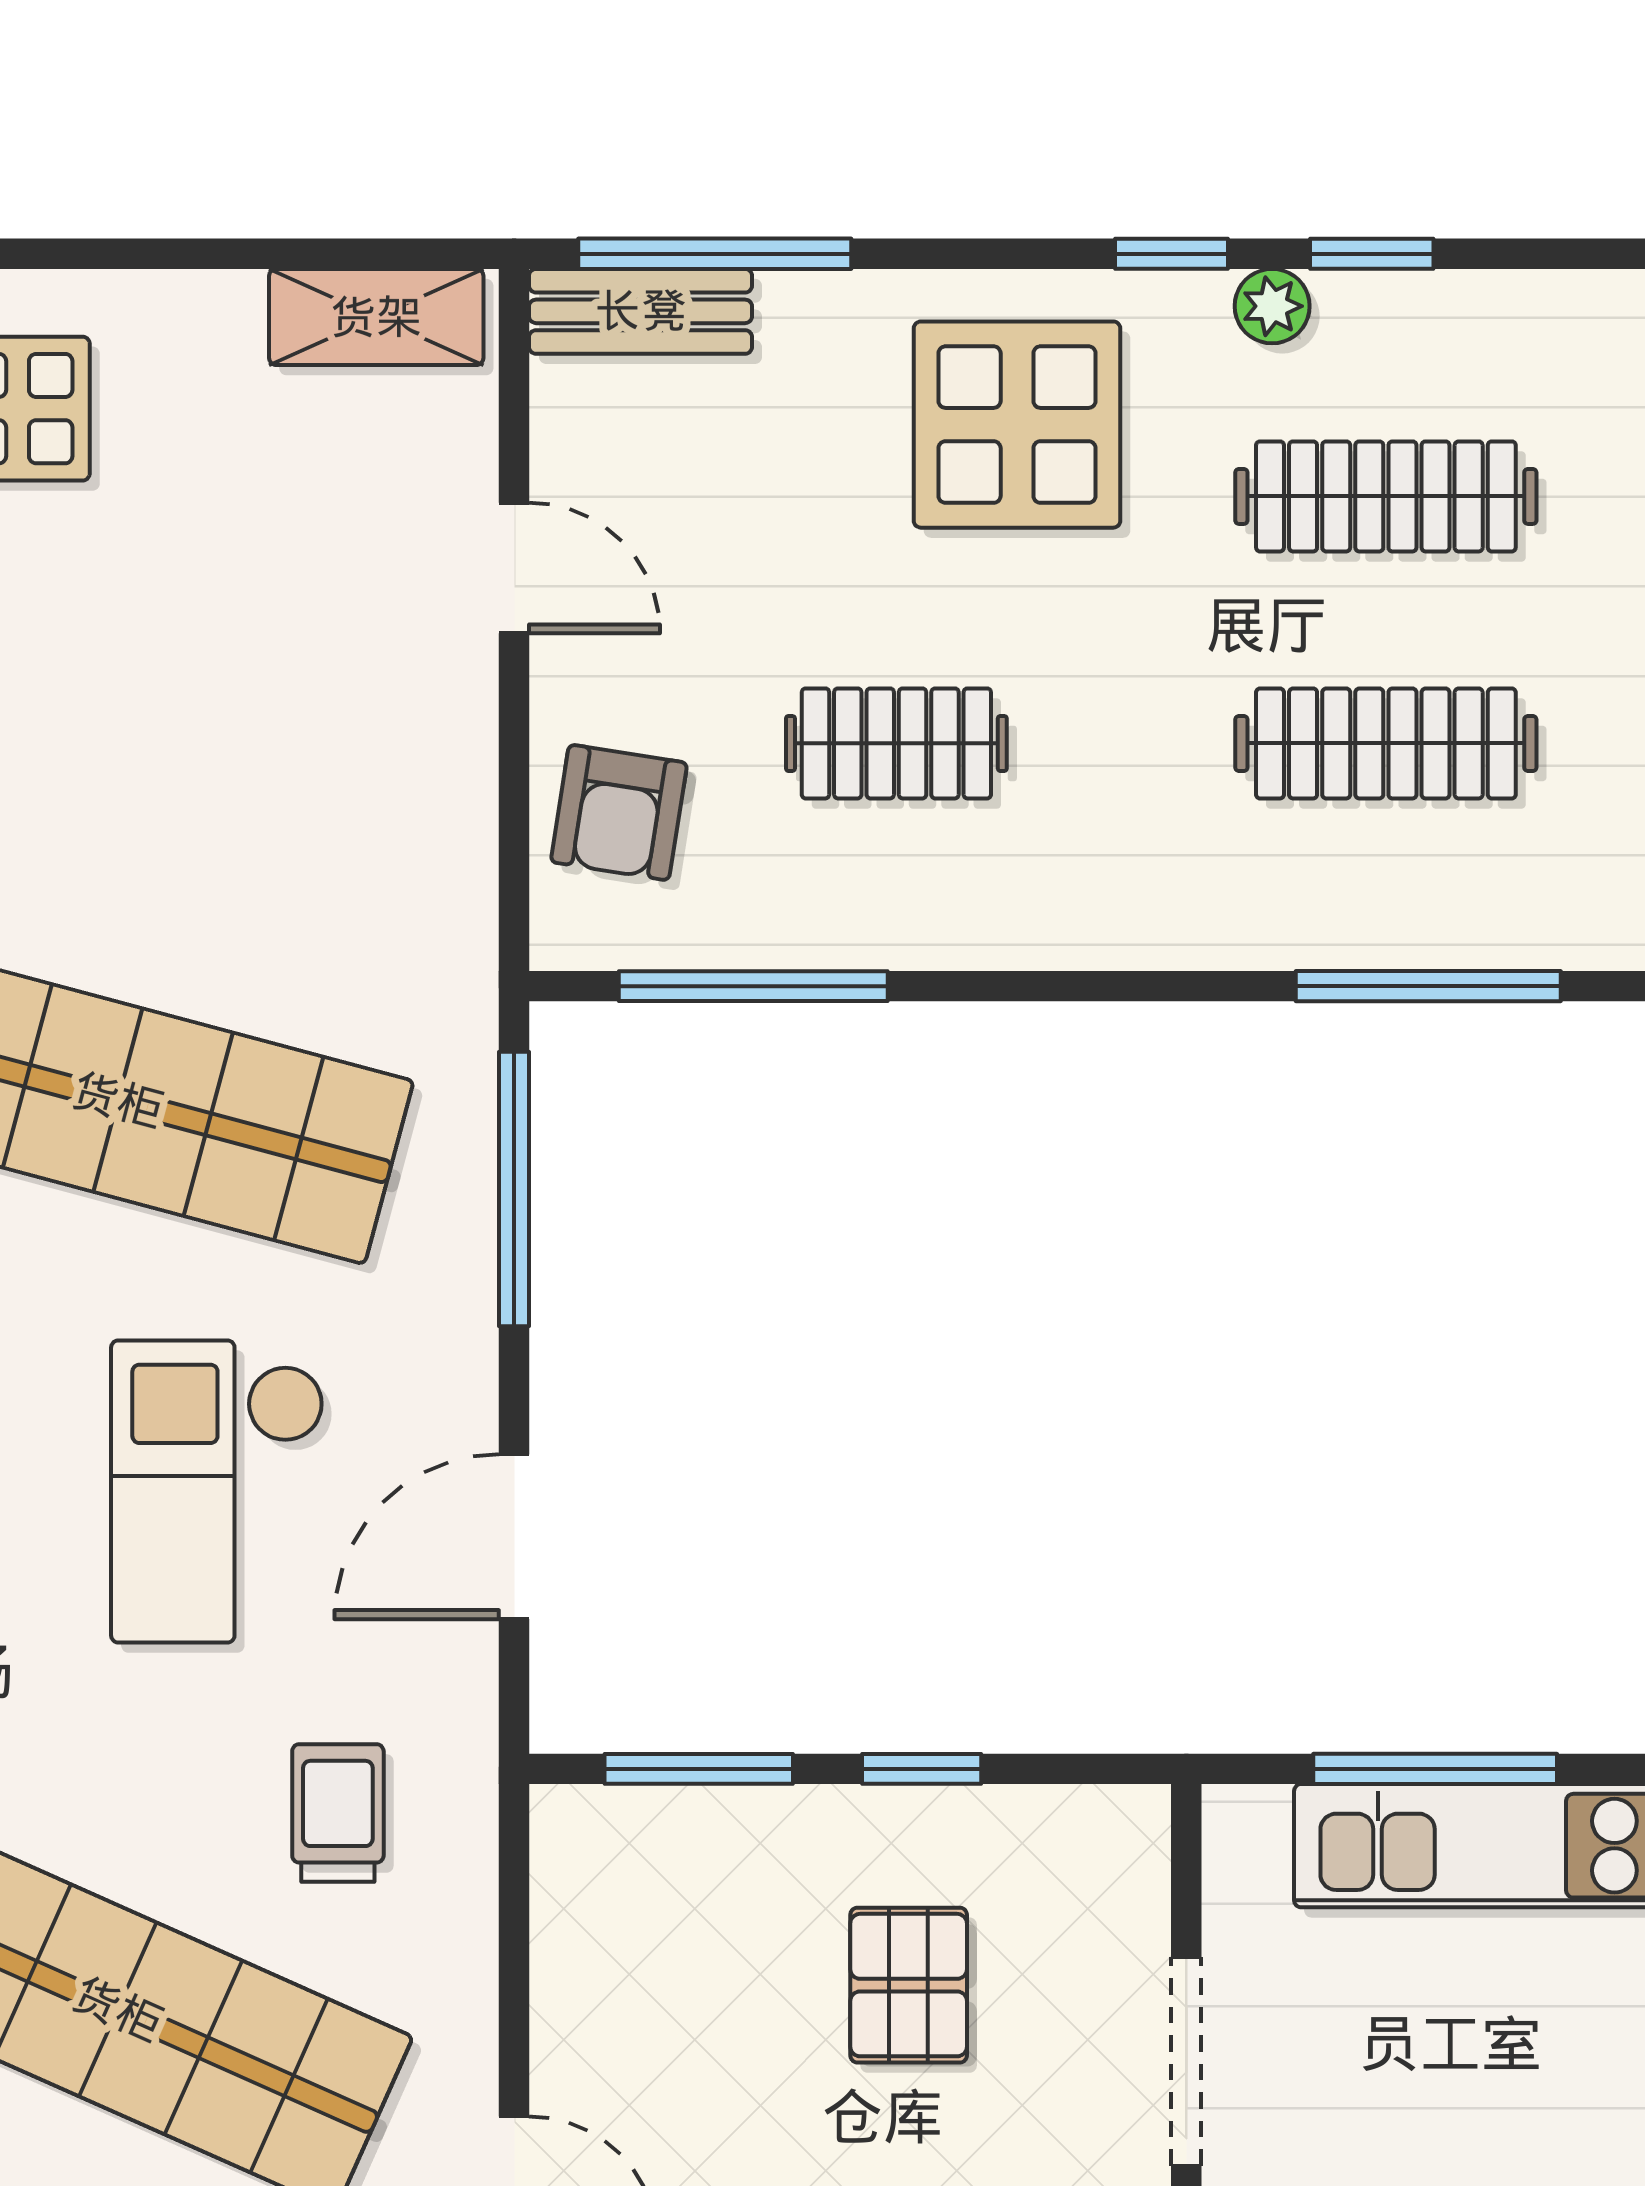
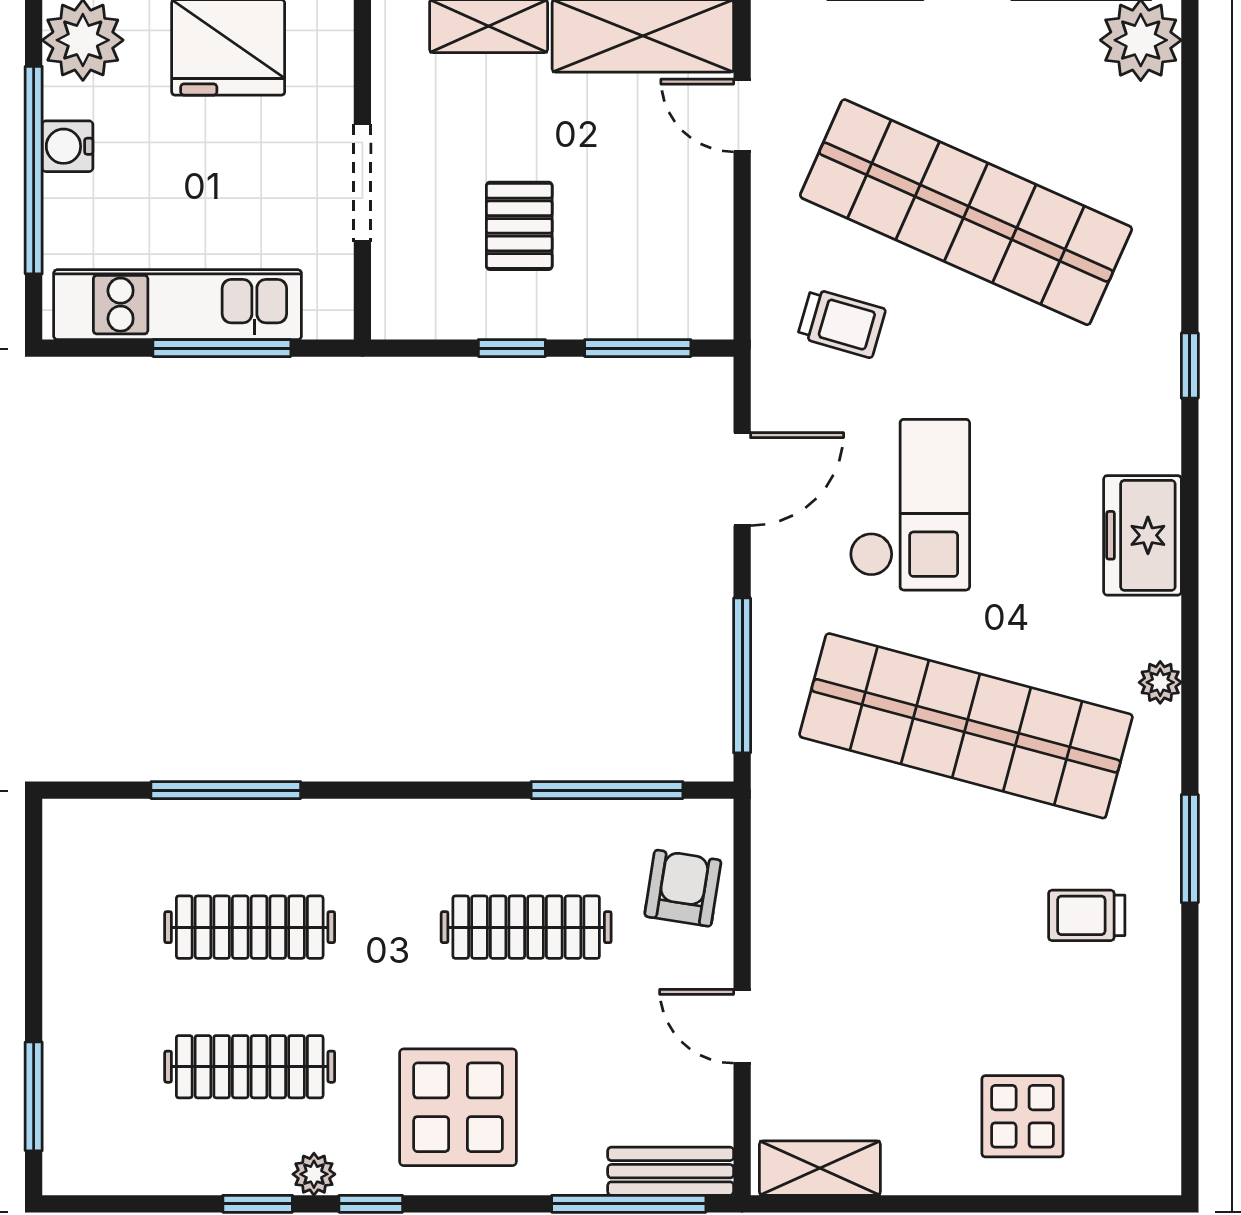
clothes rail: (896, 743) -> (526, 927), width x1.36
trolley: (338, 1813) -> (842, 323), turned -74

